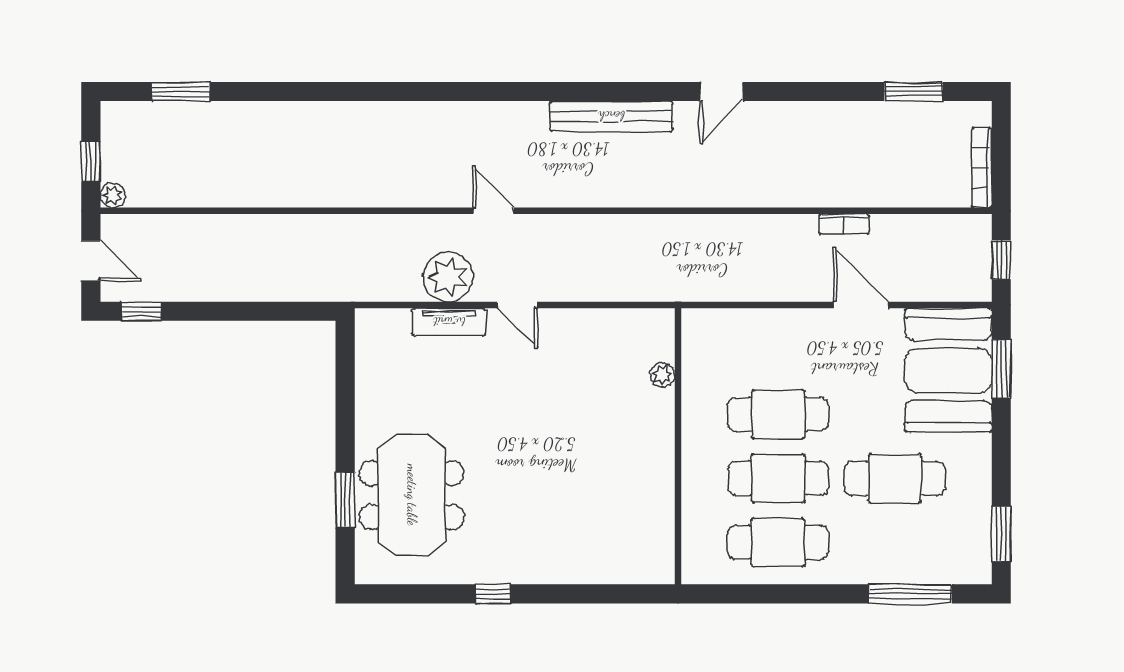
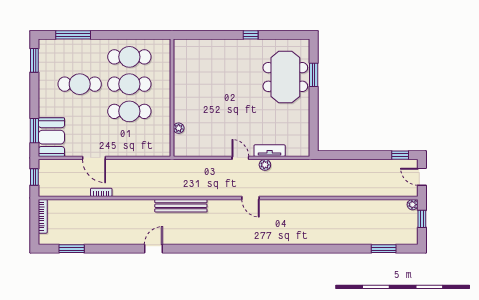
bench: (611, 116) -> (181, 206), moved
plant: (448, 277) -> (265, 165), width x0.53, depth x0.53
booth: (948, 370) -> (51, 137), width x0.73, depth x0.70

